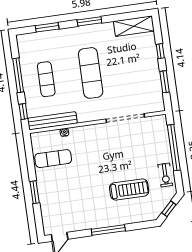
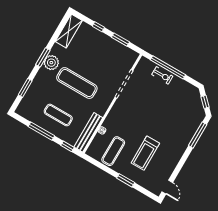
plant: (91, 33) -> (51, 63), added
exercise bike: (165, 175) -> (162, 75), moved
treadmill: (129, 190) -> (145, 153), moved, turned 180
window: (108, 230) -> (198, 135), moved

